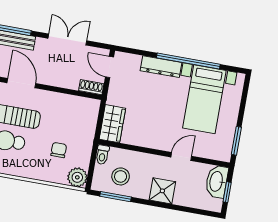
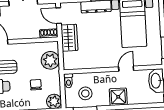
plant: (85, 123) -> (50, 60), added
wardrobe: (112, 124) -> (69, 38), moved

